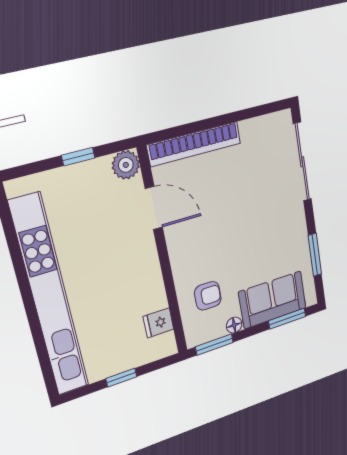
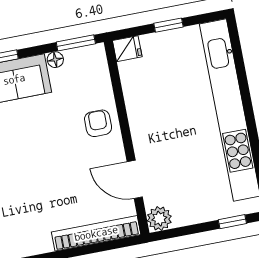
window: (78, 157) -> (232, 222), moved
armchair: (208, 296) -> (98, 123), moved, turned 90
fridge: (158, 323) -> (127, 49), moved

